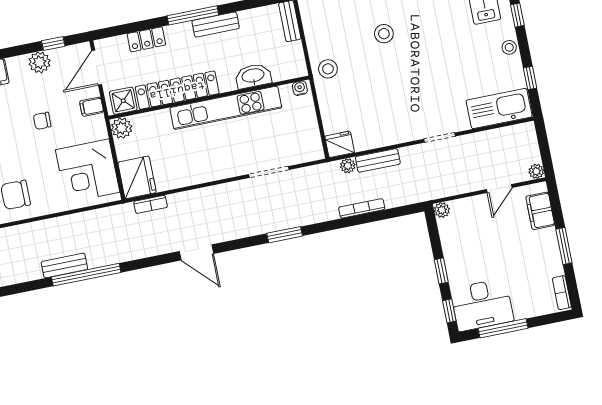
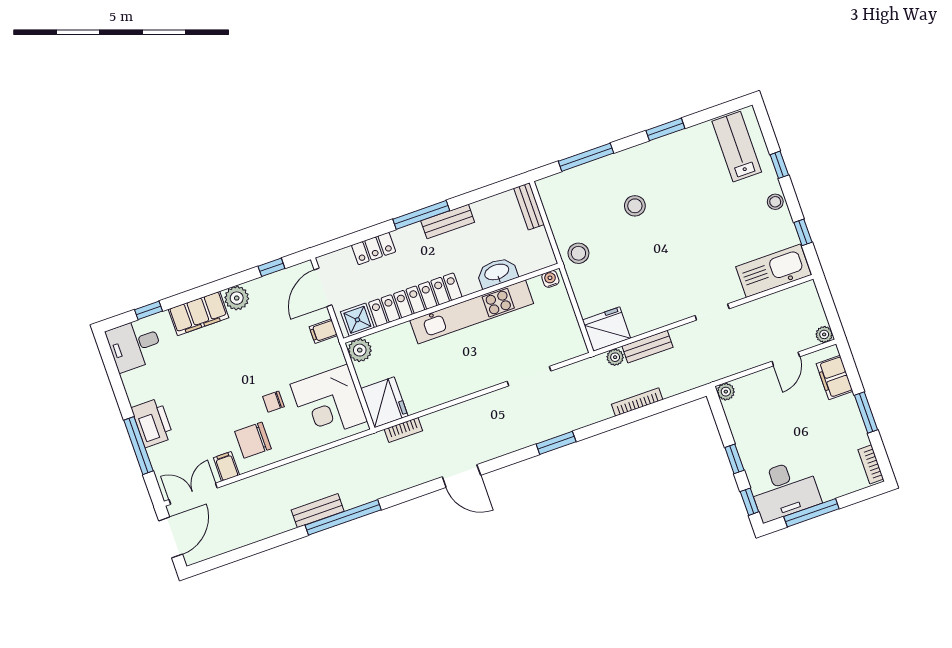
plant: (40, 62) -> (237, 298), moved
chair: (42, 121) -> (273, 402), moved
fridge: (340, 144) -> (606, 329), width x1.36, depth x1.34

